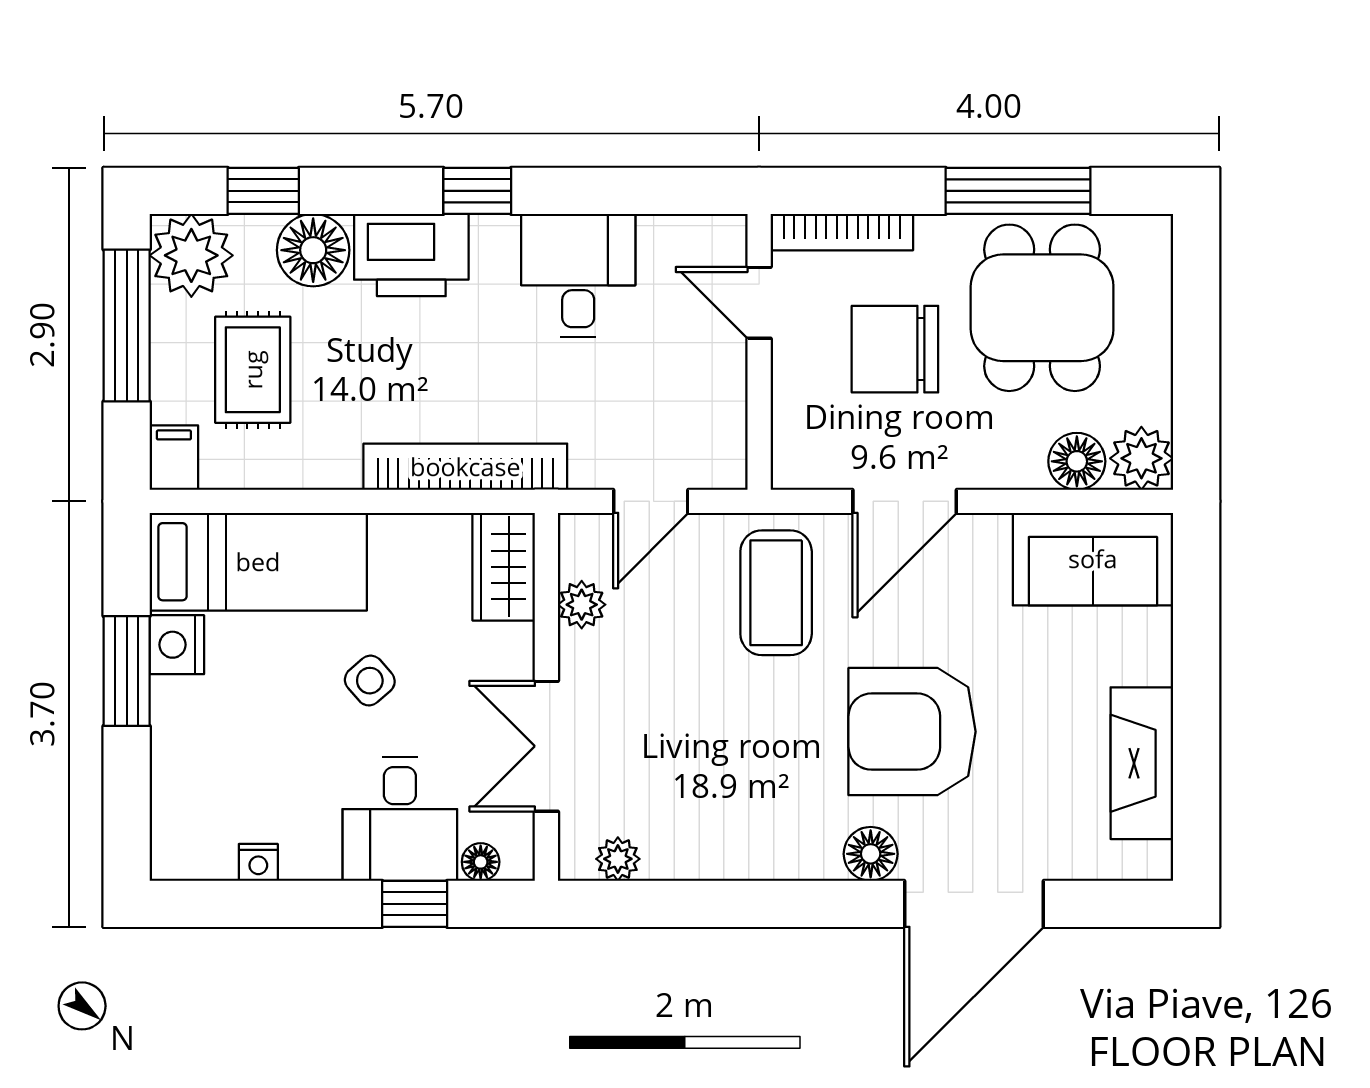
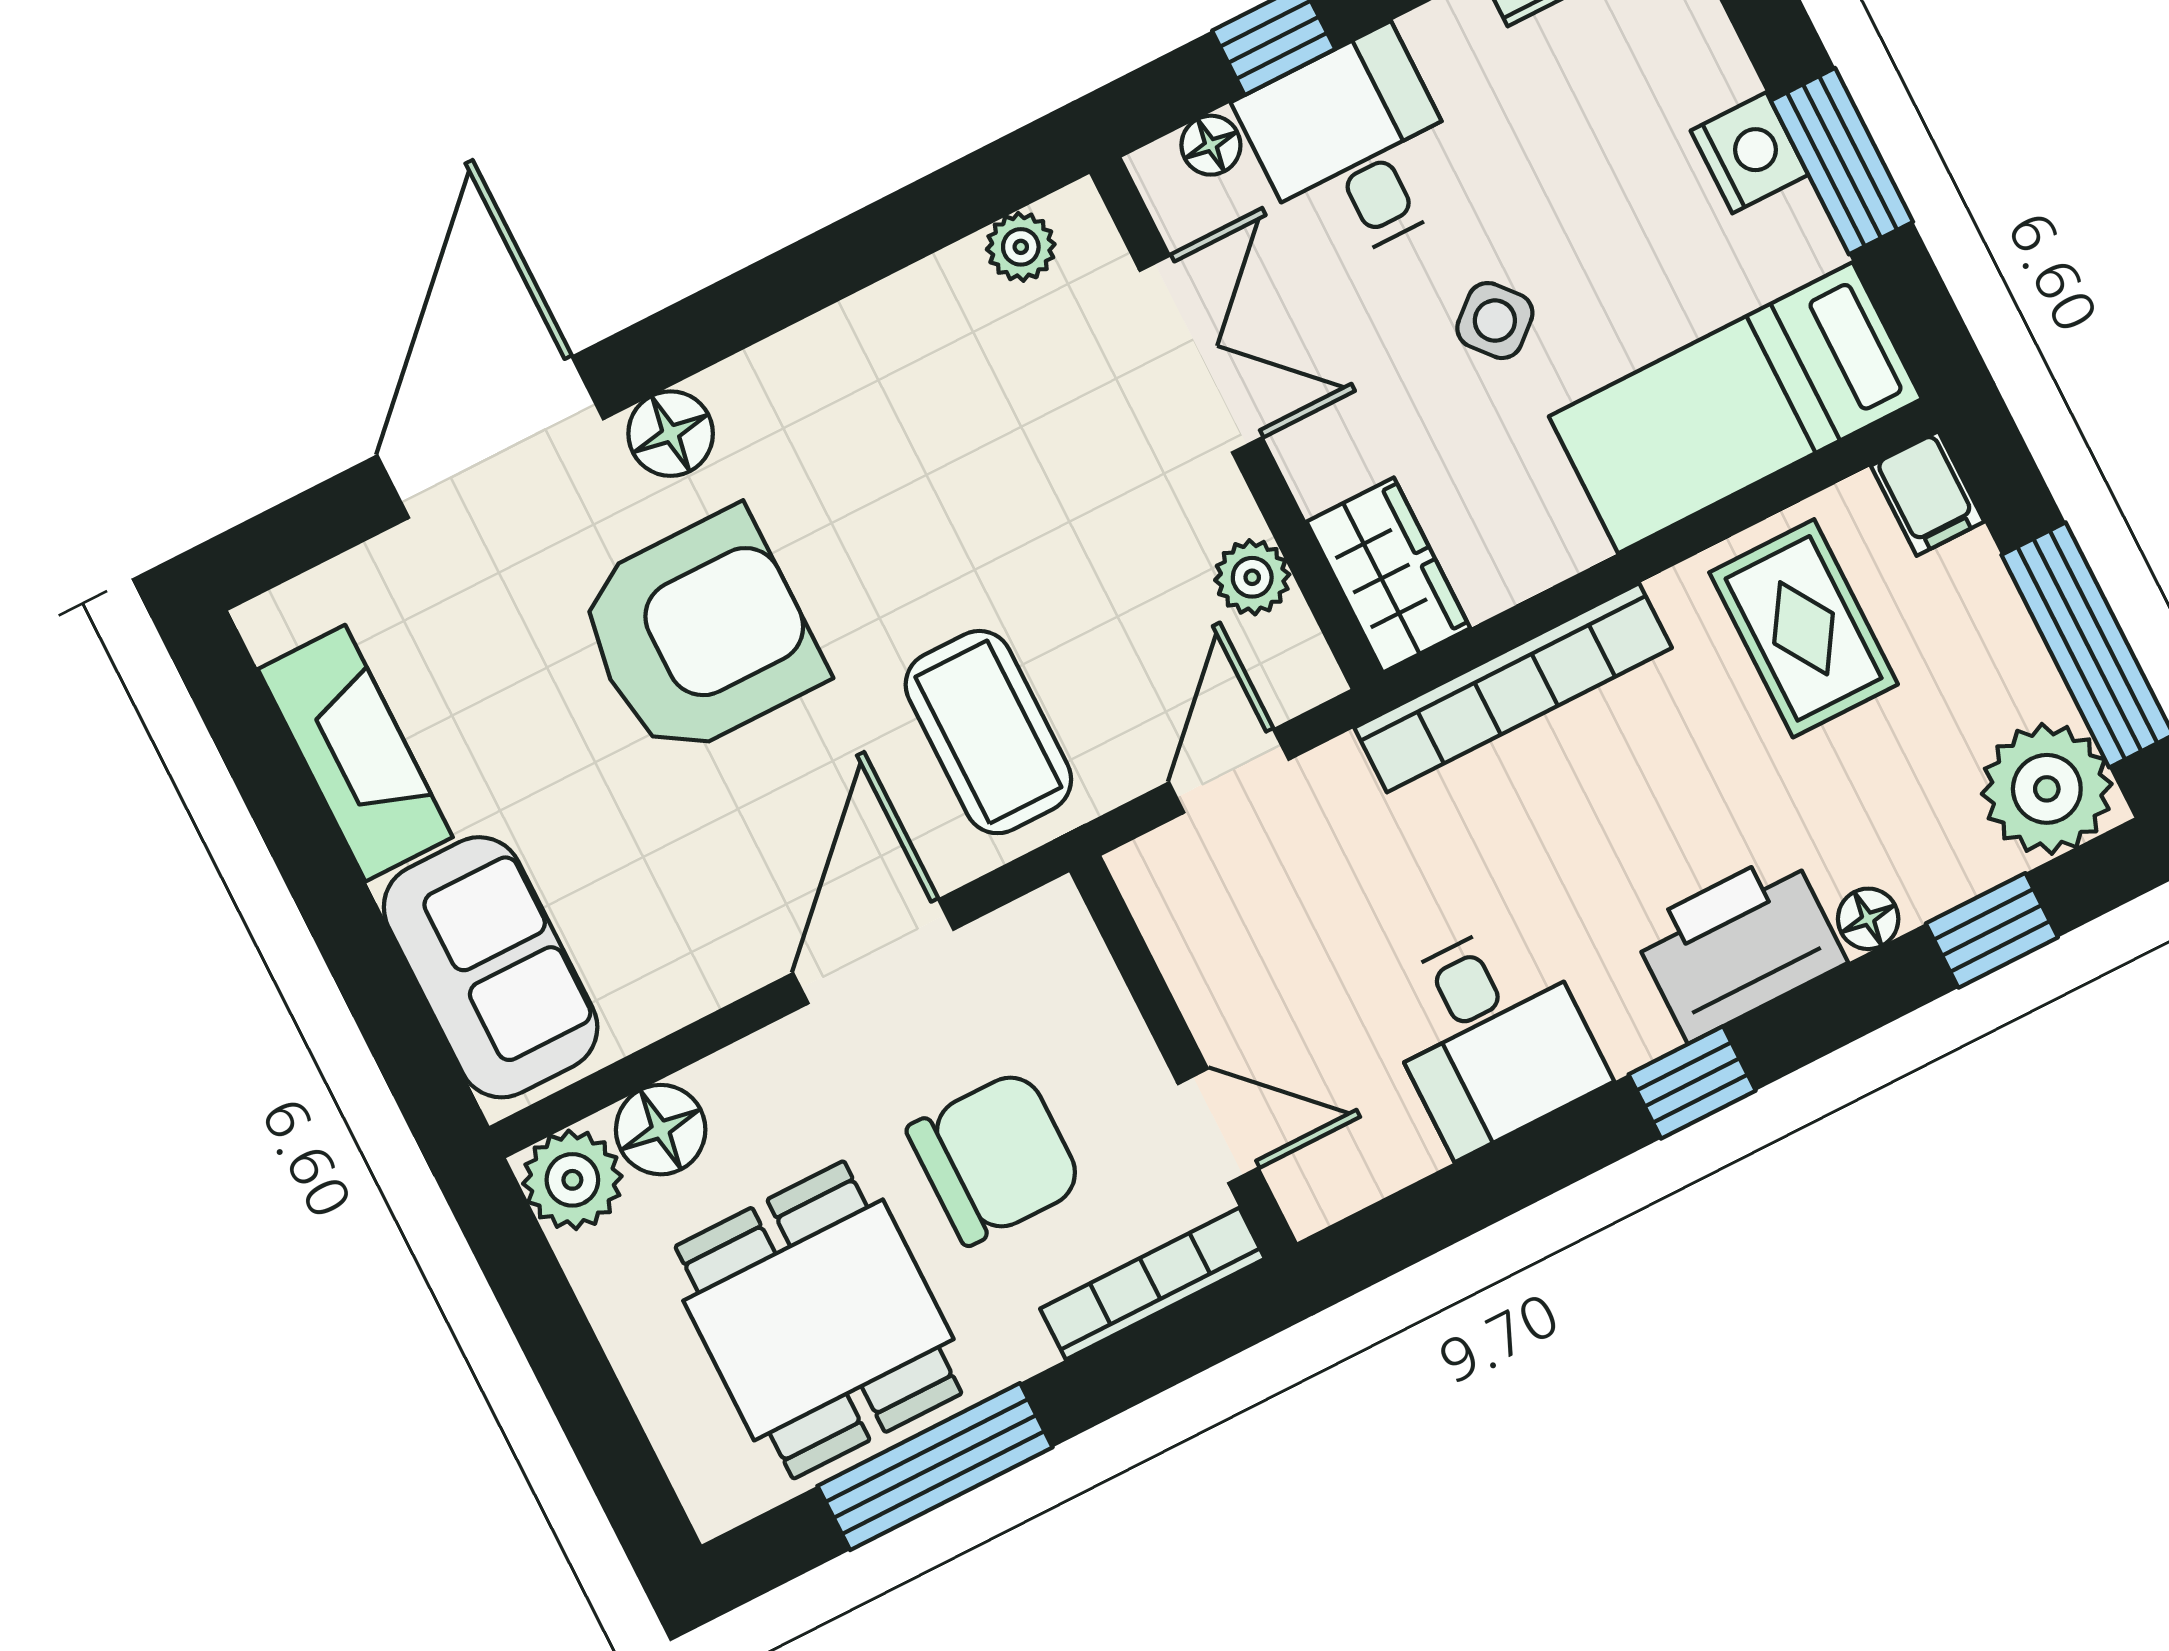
floor lamp: (313, 250) -> (1868, 919), width x0.53, depth x0.53
rug: (253, 370) -> (1804, 628), moved
sofa: (1093, 559) -> (491, 967), moved, turned 90
nightstand: (177, 645) -> (1749, 153), moved

